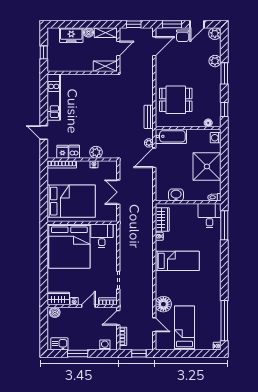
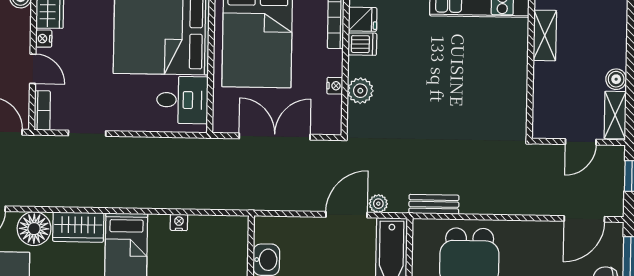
freezer: (71, 35) -> (611, 42), removed
door: (154, 46) -> (584, 219), hinge flipped
door: (118, 49) -> (581, 142), hinge flipped
shelving: (105, 66) -> (545, 35), moved
door: (154, 158) -> (347, 215), hinge flipped
double door: (118, 192) -> (275, 137), width x1.37
wardrobe: (162, 219) -> (78, 227), moved

